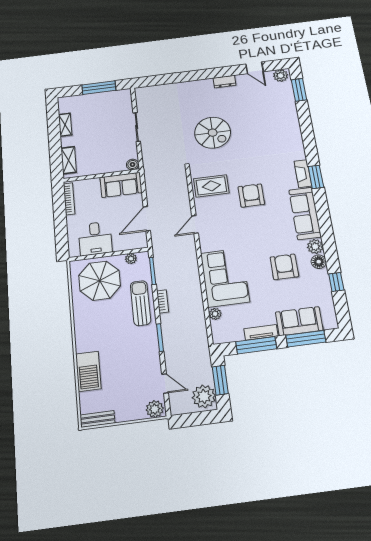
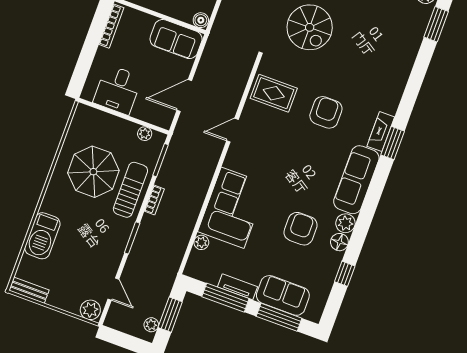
armchair: (251, 196) -> (326, 112), moved
parasol: (100, 281) -> (93, 172), moved
plant: (204, 396) -> (151, 325), width x0.53, depth x0.53

